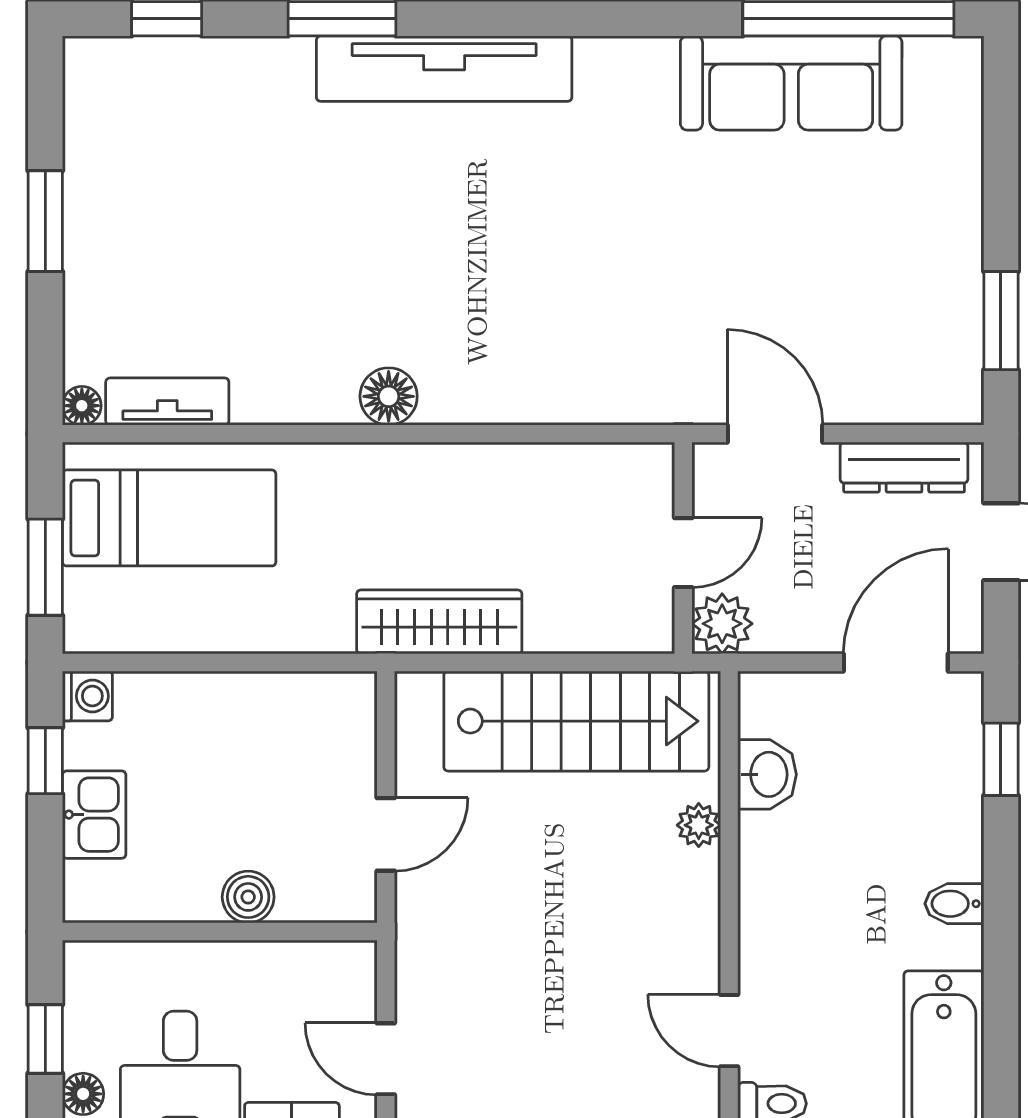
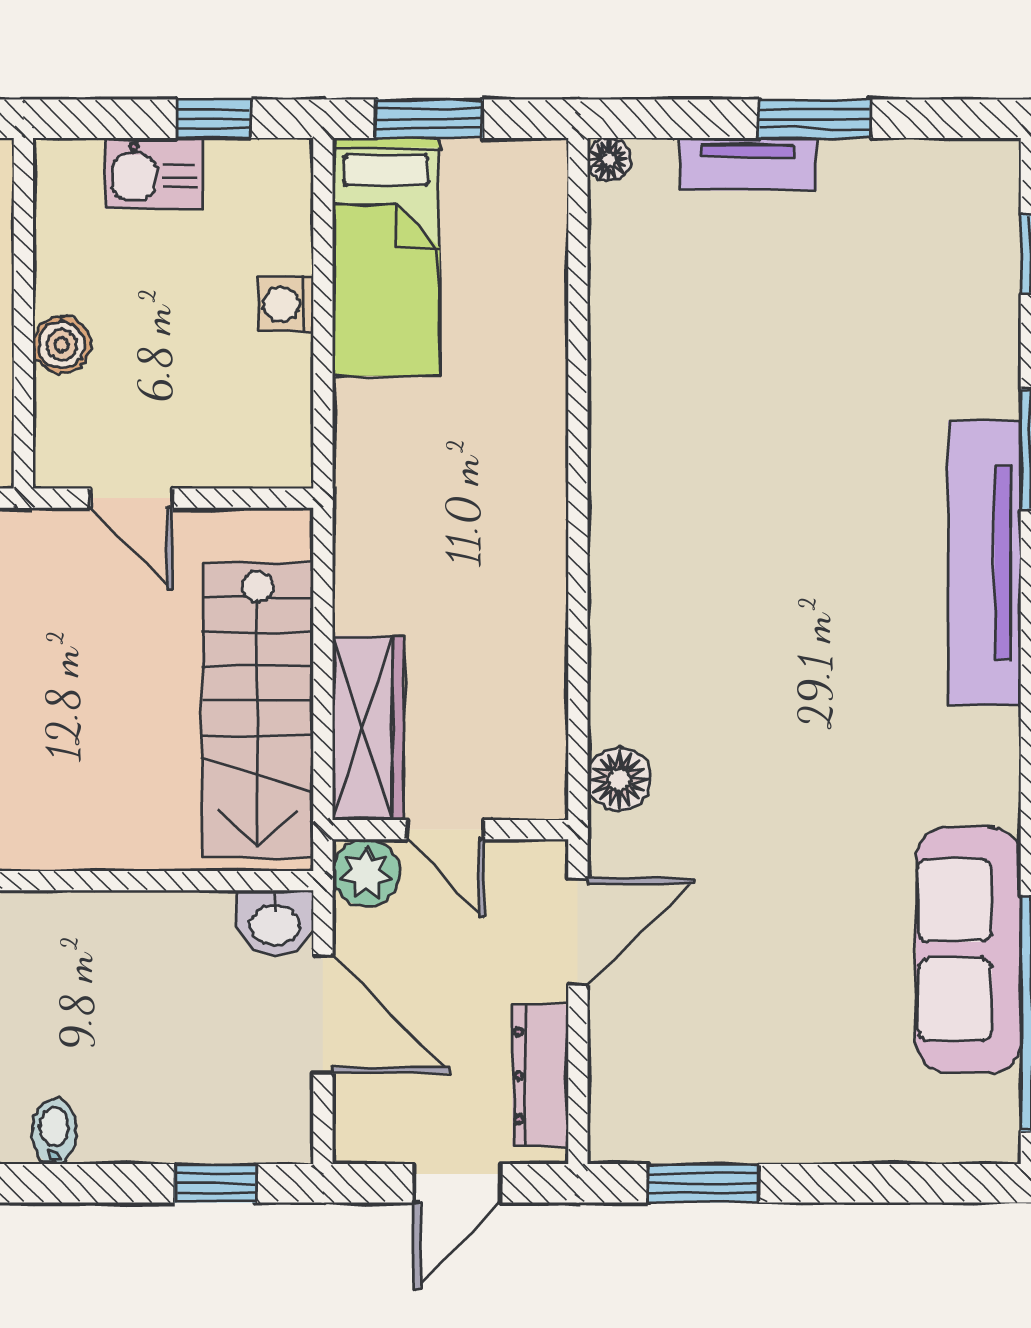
floor lamp: (389, 396) -> (619, 780), moved
tv unit: (167, 402) -> (748, 164), moved, turned 90
bed: (169, 518) -> (386, 257), moved
wardrobe: (439, 622) -> (368, 728), moved
door: (896, 662) -> (323, 1014), moved
washing machine: (87, 696) -> (286, 304), moved, turned 90
washbasin: (767, 774) -> (275, 923), moved
plant: (699, 825) -> (142, 847), removed

